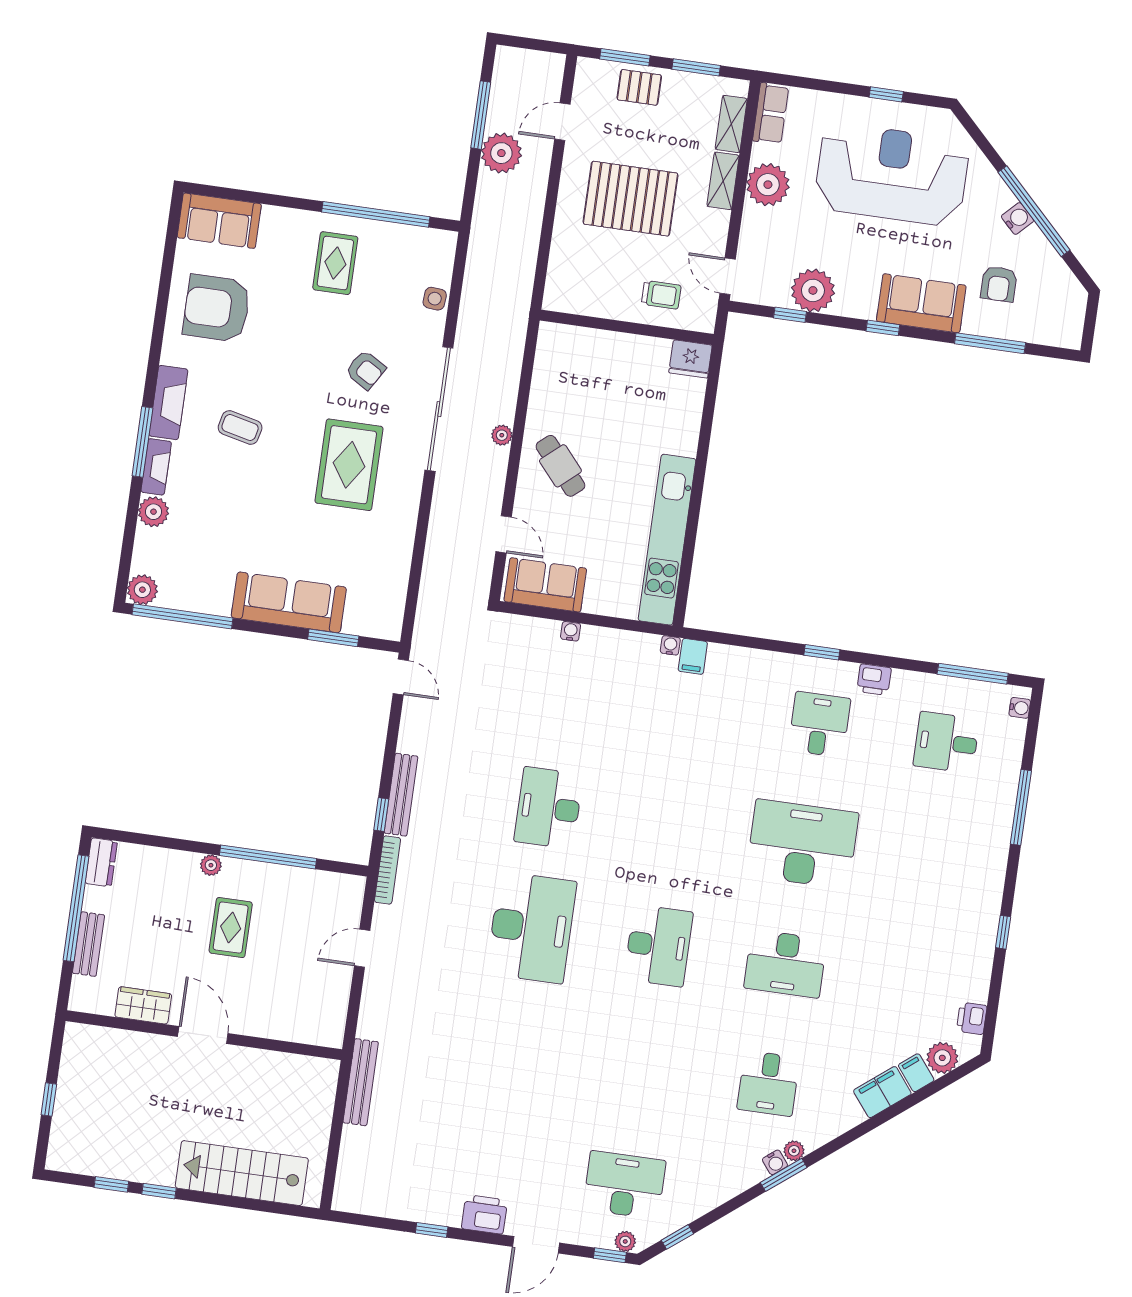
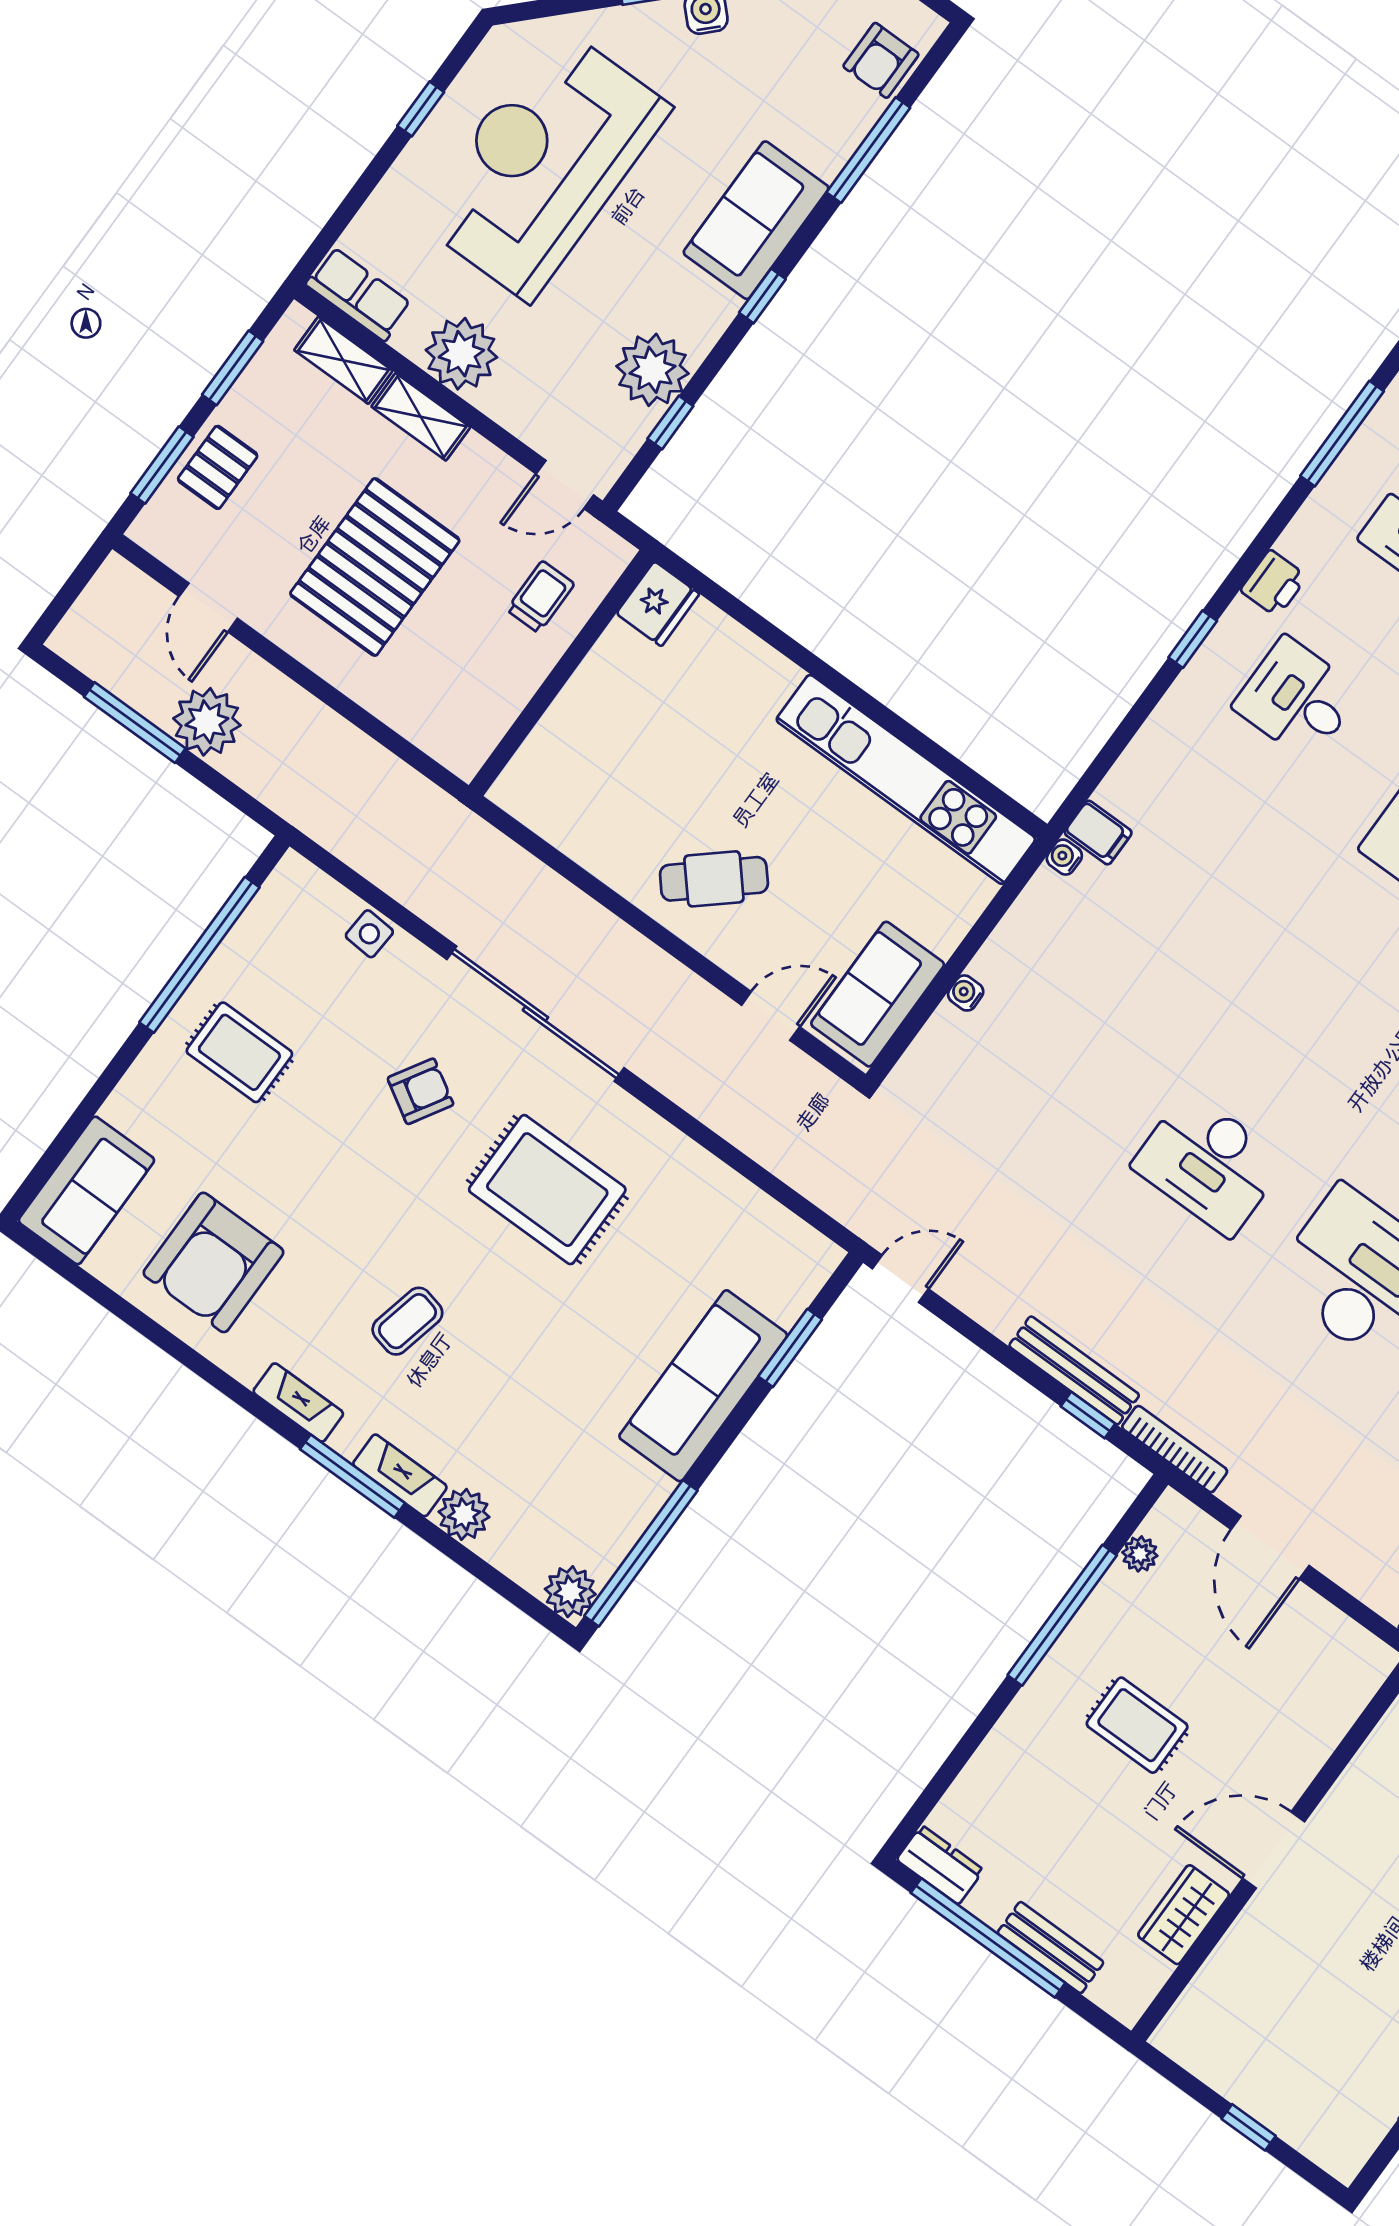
armchair: (999, 284) -> (881, 60), moved, turned 90
fireplace: (168, 403) -> (298, 1403), width x0.73, depth x0.76
plant: (502, 435) -> (623, 941), removed
plant: (211, 865) -> (1140, 1554), moved
door: (362, 948) -> (1270, 1547), width x1.38

